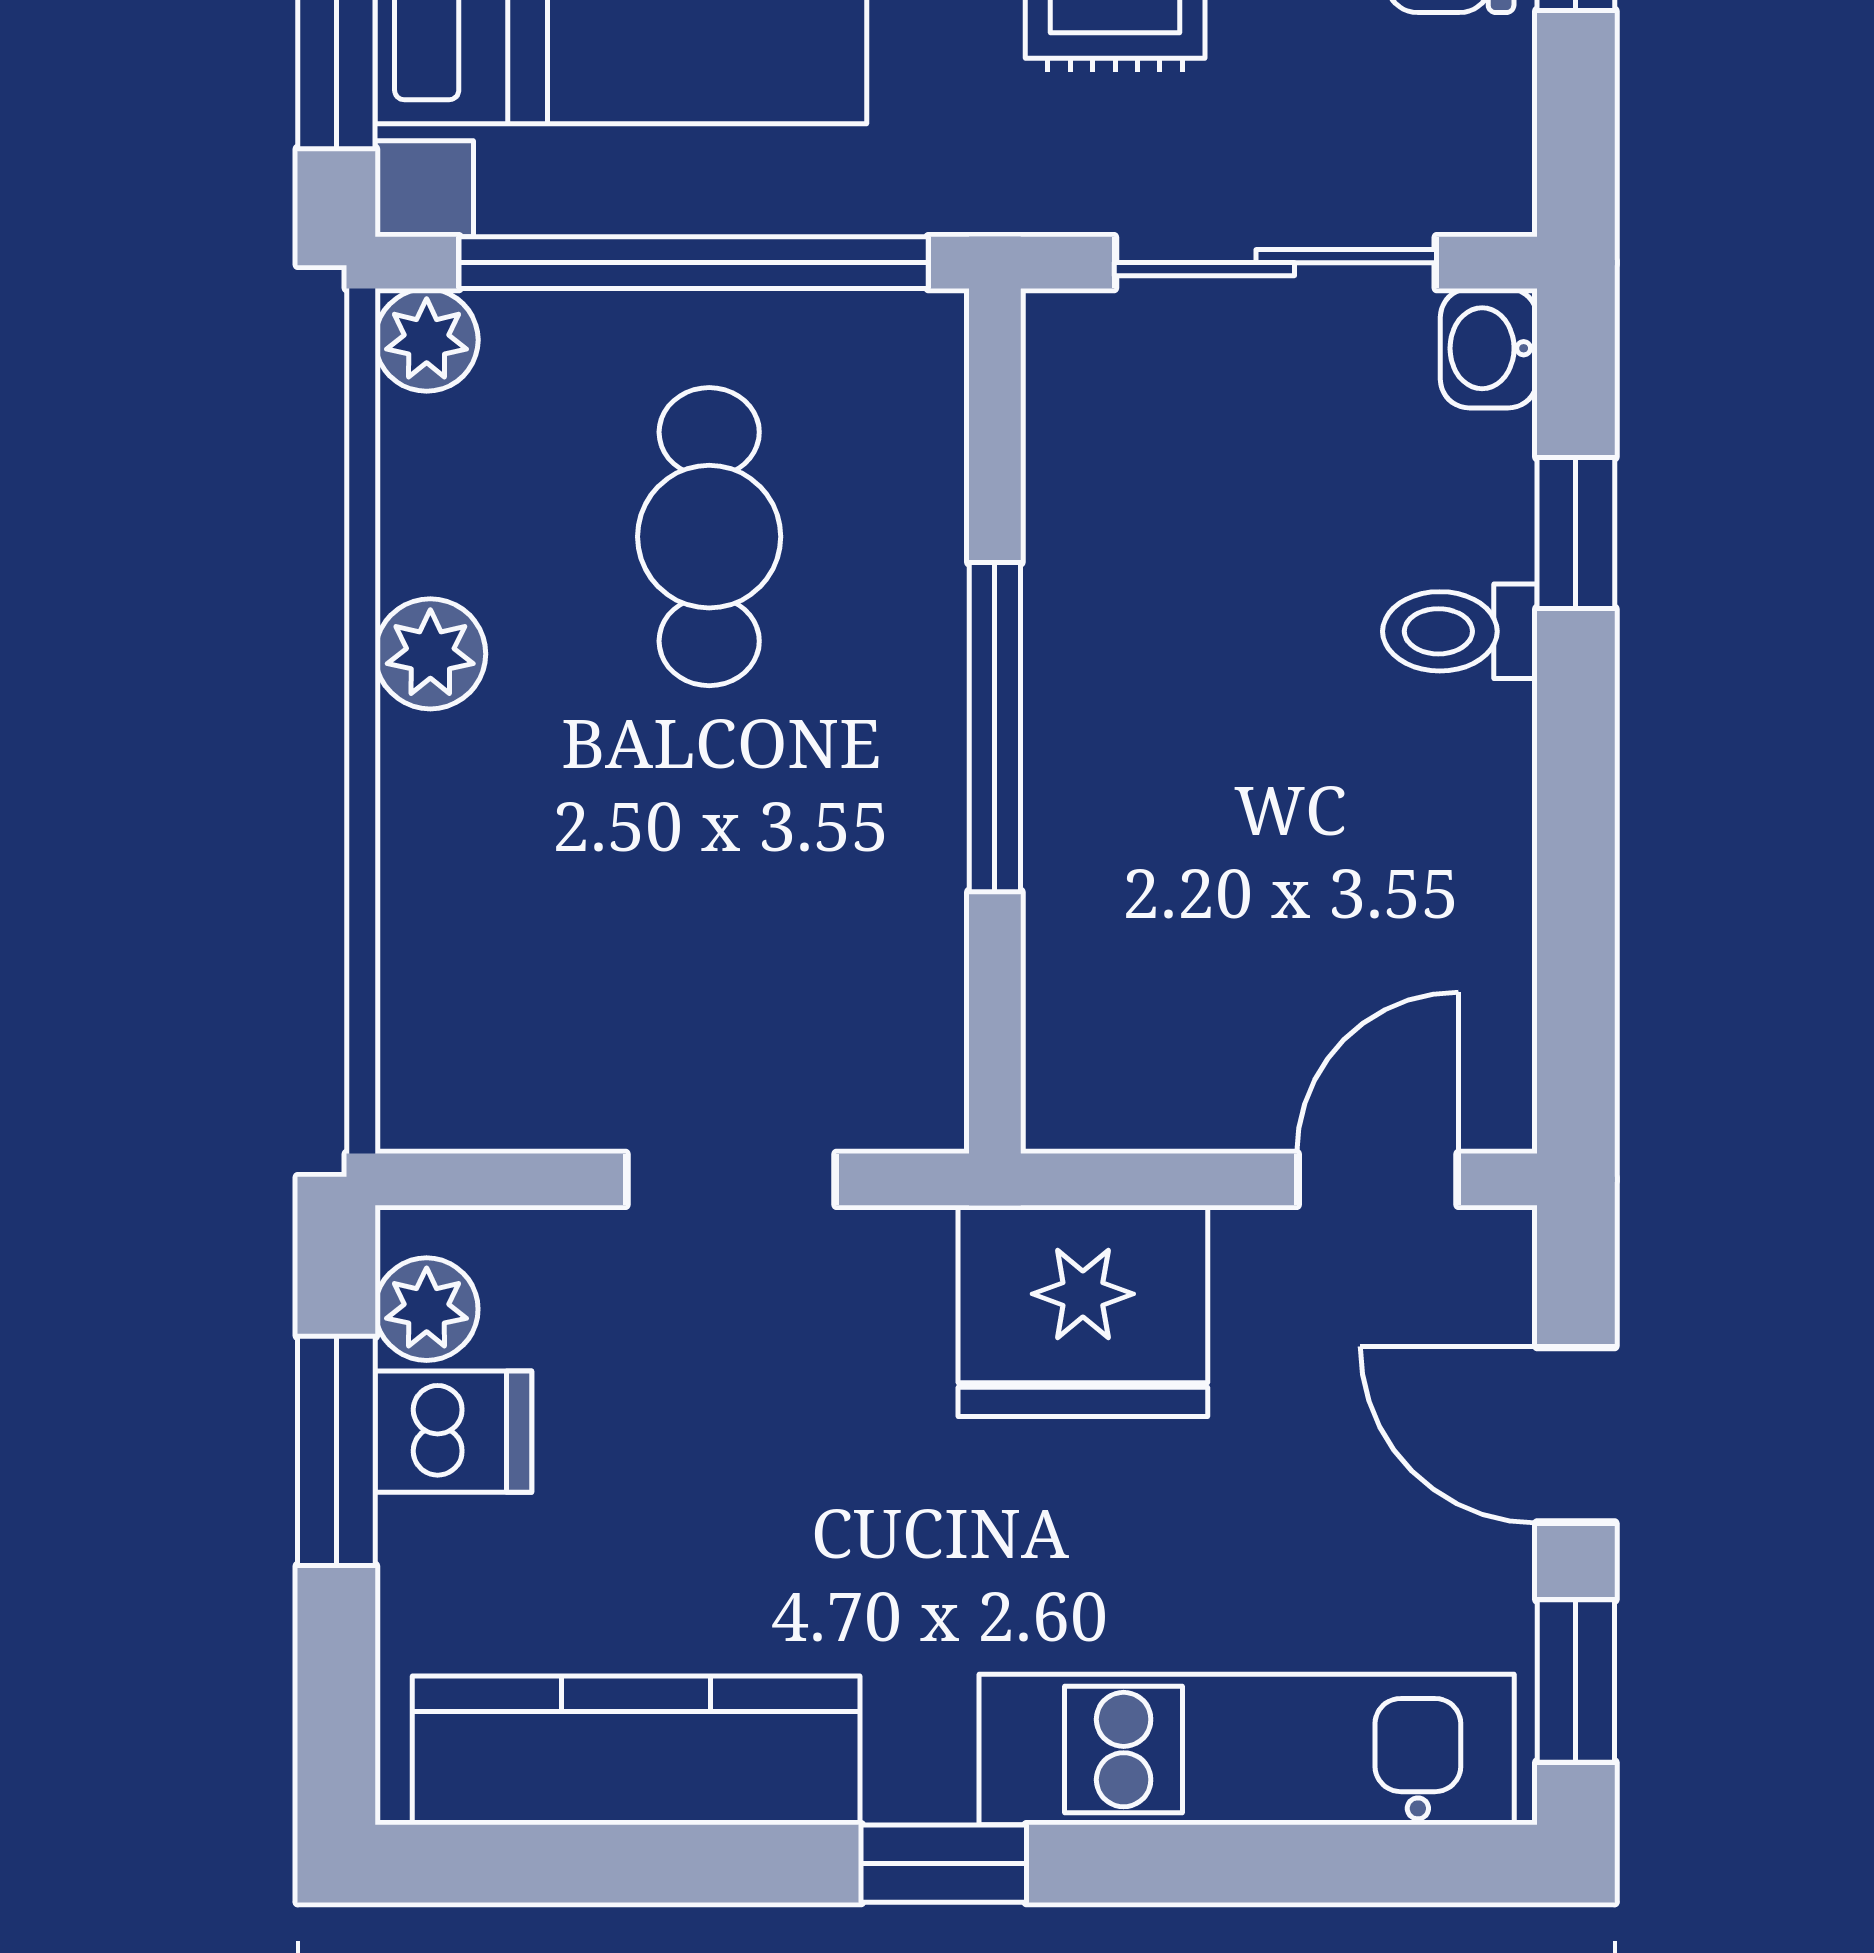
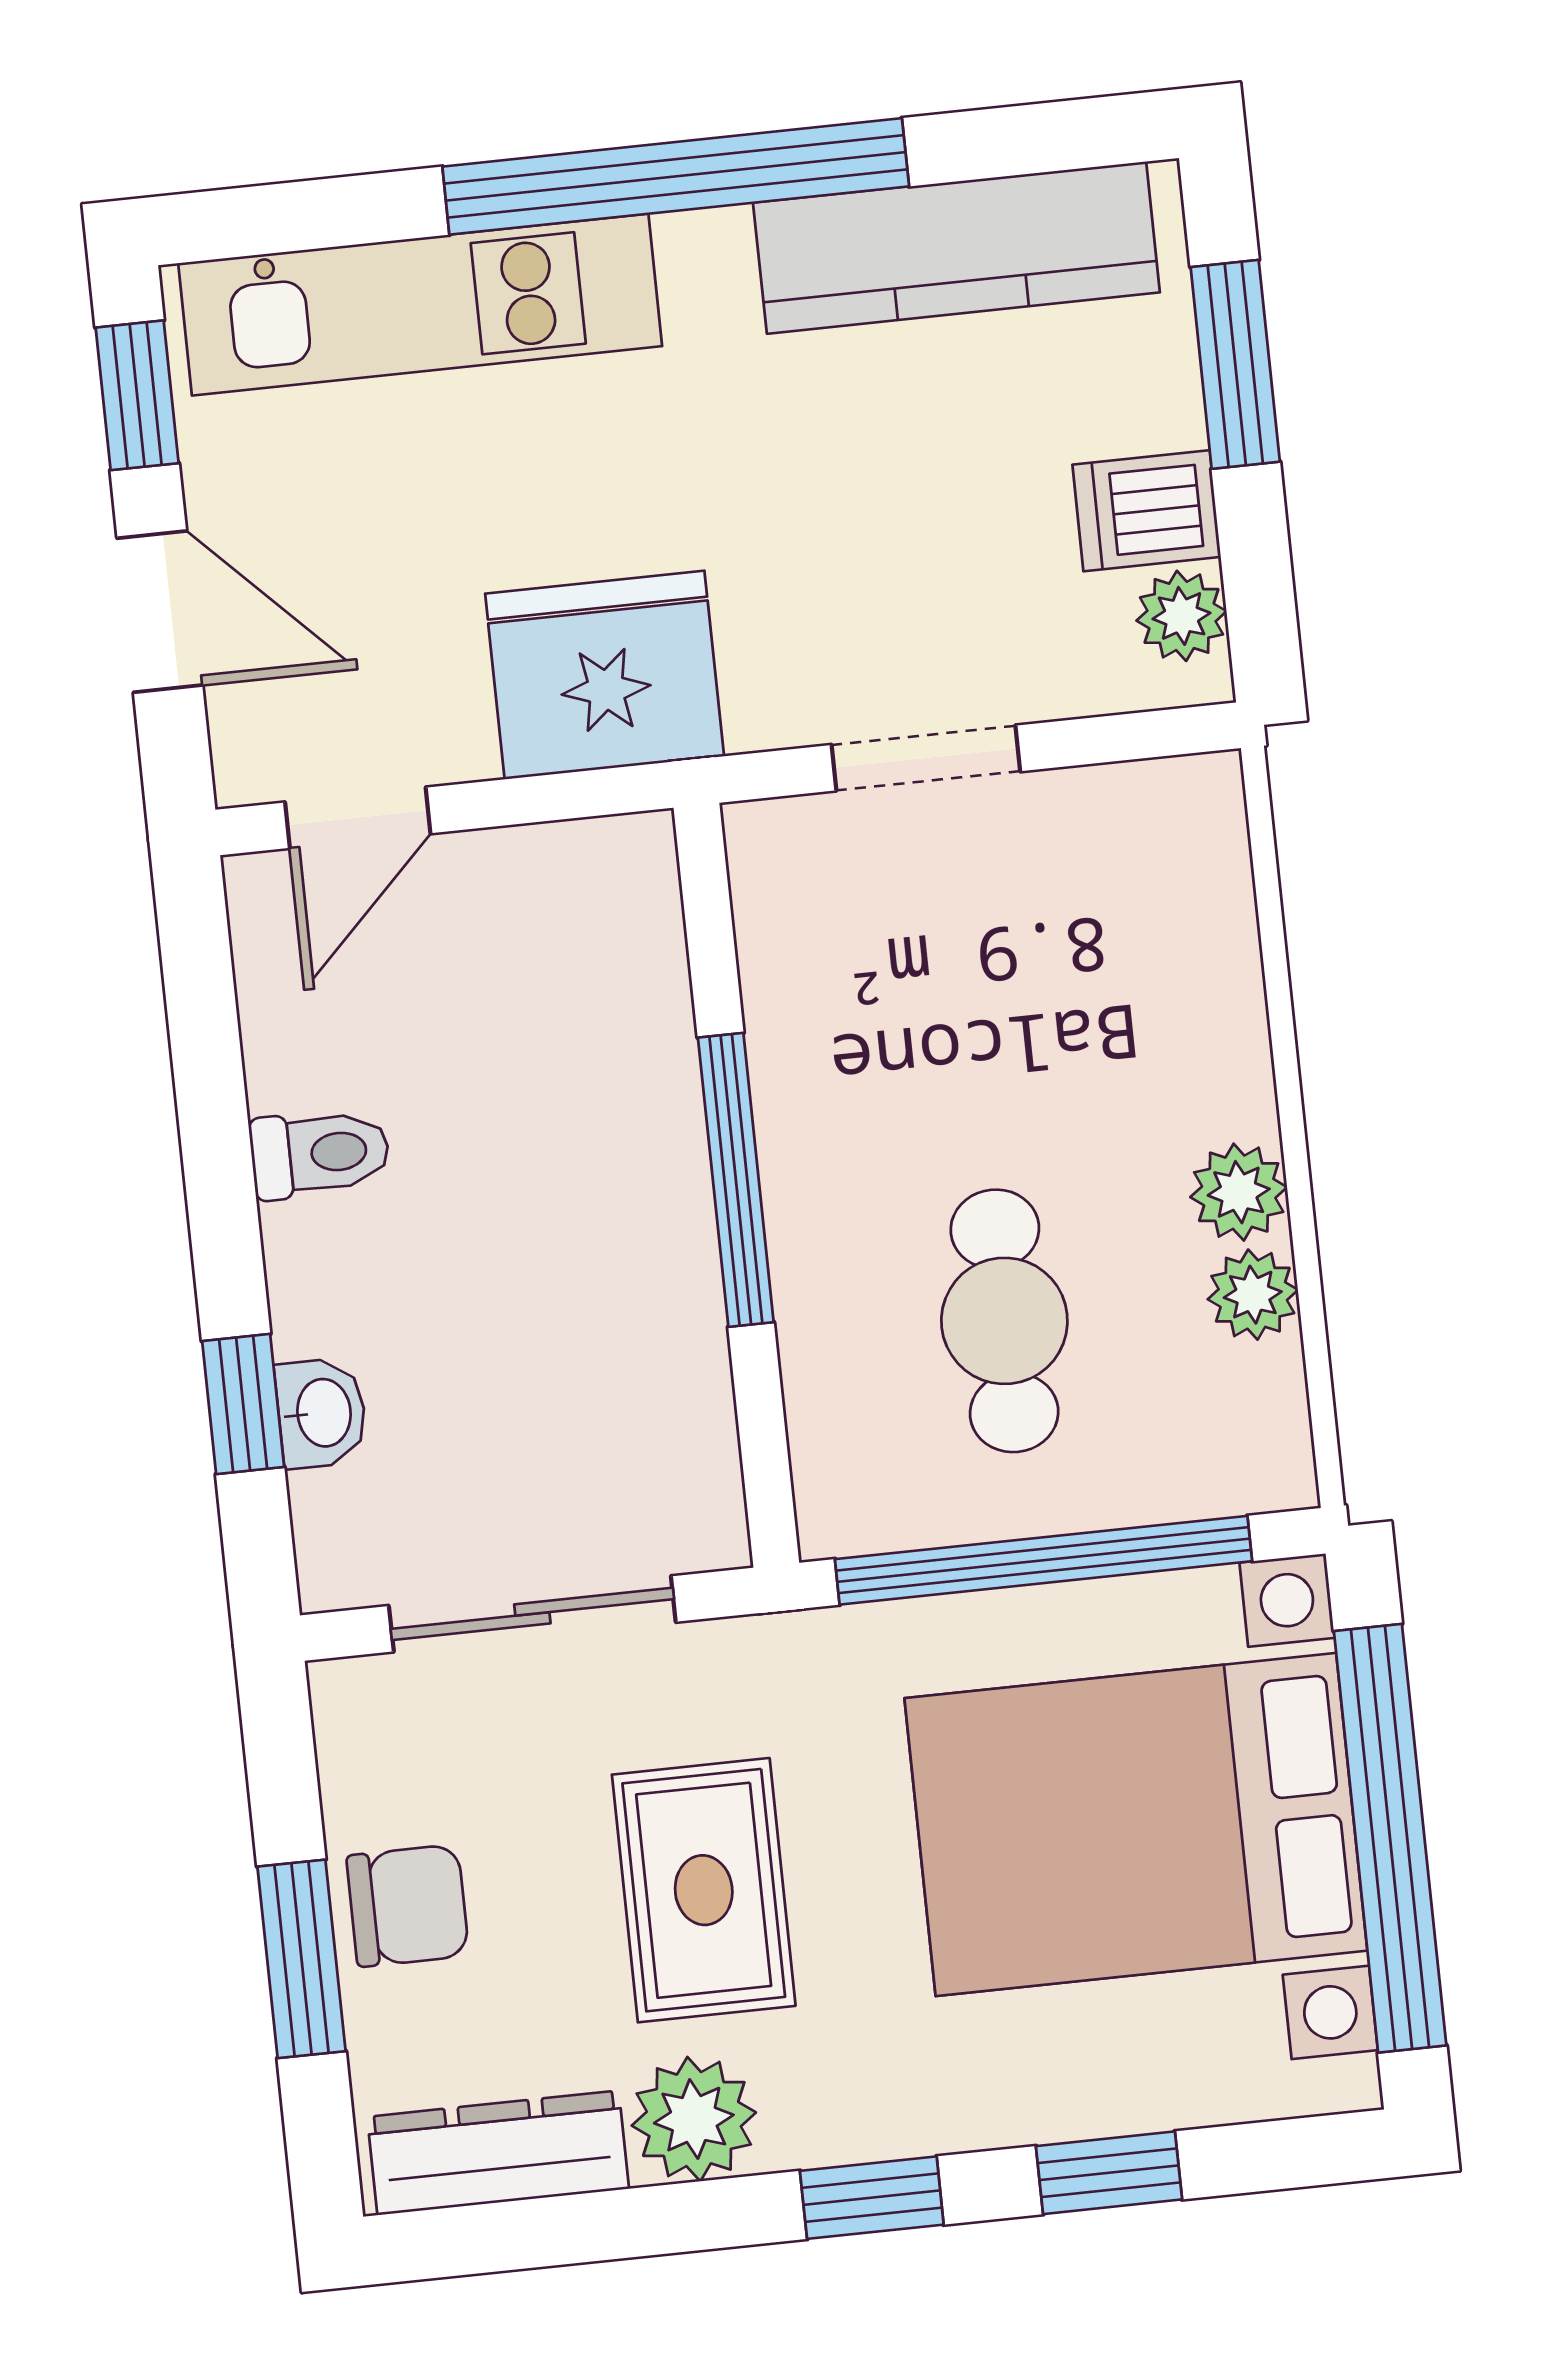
plant: (427, 340) -> (1253, 1295), moved
washbasin: (1489, 348) -> (321, 1413), moved
toilet: (1460, 631) -> (320, 1153), moved
window: (336, 1451) -> (1235, 364), moved
window: (944, 1864) -> (676, 176), width x3.17

